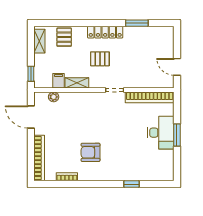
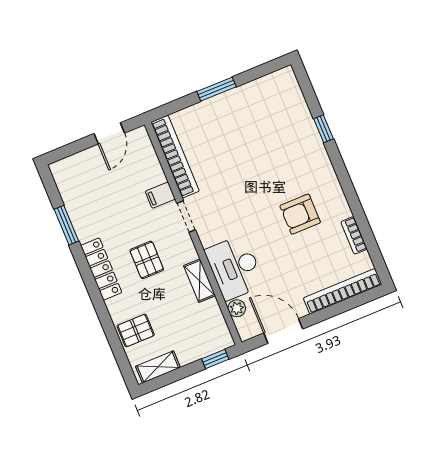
filing cabinet: (59, 81) -> (160, 195), moved
door: (31, 117) -> (283, 331), swing flipped
desk: (161, 133) -> (235, 268), moved, turned -90
armchair: (90, 152) -> (300, 214), turned 90

